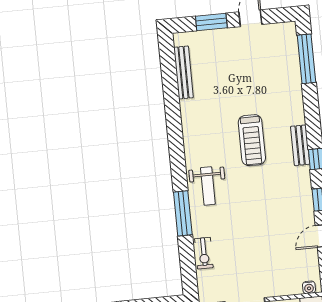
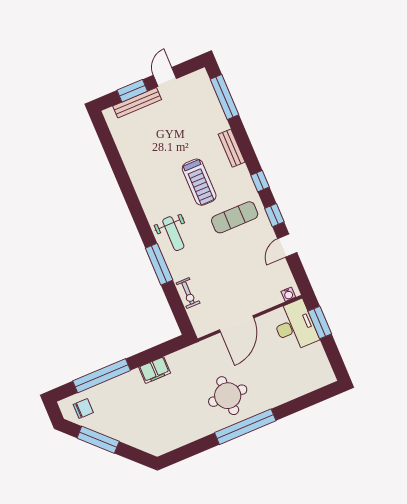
bench: (183, 72) -> (137, 103), moved, turned 90
bench: (300, 145) -> (232, 148), moved
exercise mat: (278, 189) -> (235, 217), added

